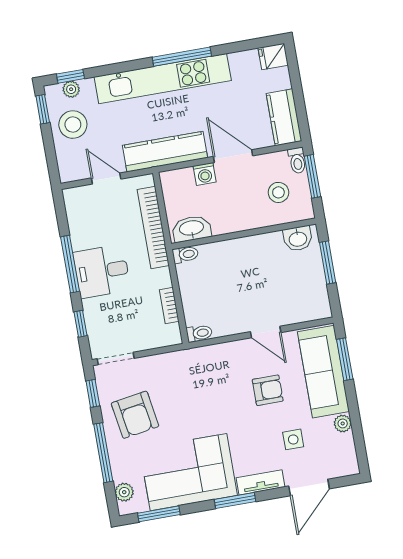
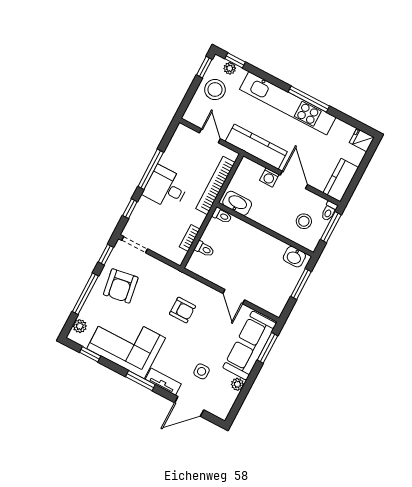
toilet: (199, 333) -> (204, 249), moved
armchair: (268, 390) -> (182, 310), moved
window: (159, 514) -> (90, 354), width x0.67

